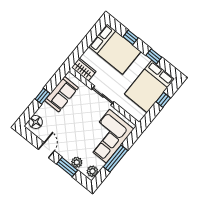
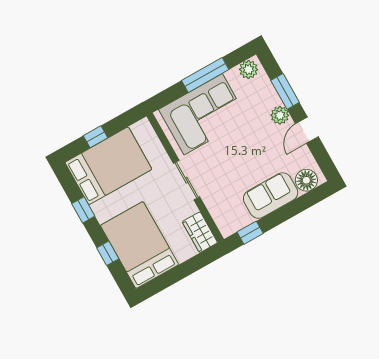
sofa: (62, 94) -> (271, 196), moved
window: (43, 96) -> (250, 233), moved
plant: (77, 162) -> (280, 115), moved

